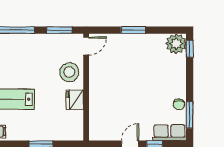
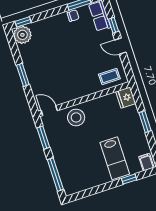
fridge: (75, 100) -> (126, 98), moved, turned 90
coffee table: (101, 122) -> (109, 77), added

